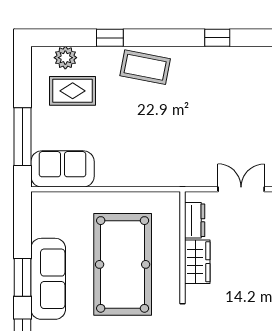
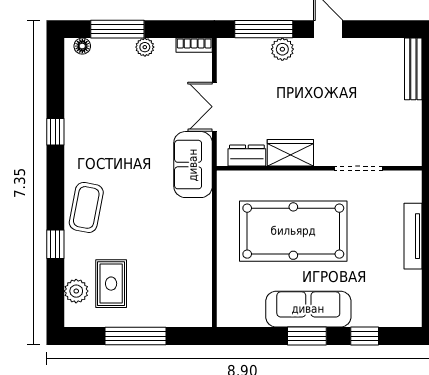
window: (23, 137) -> (135, 336), moved
sofa: (63, 169) -> (193, 165), moved

